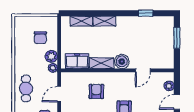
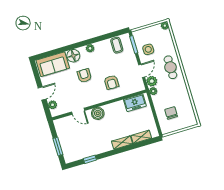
plant: (51, 56) -> (152, 81), moved
shelving: (102, 63) -> (114, 107), removed
door: (143, 70) -> (78, 111), swing flipped

